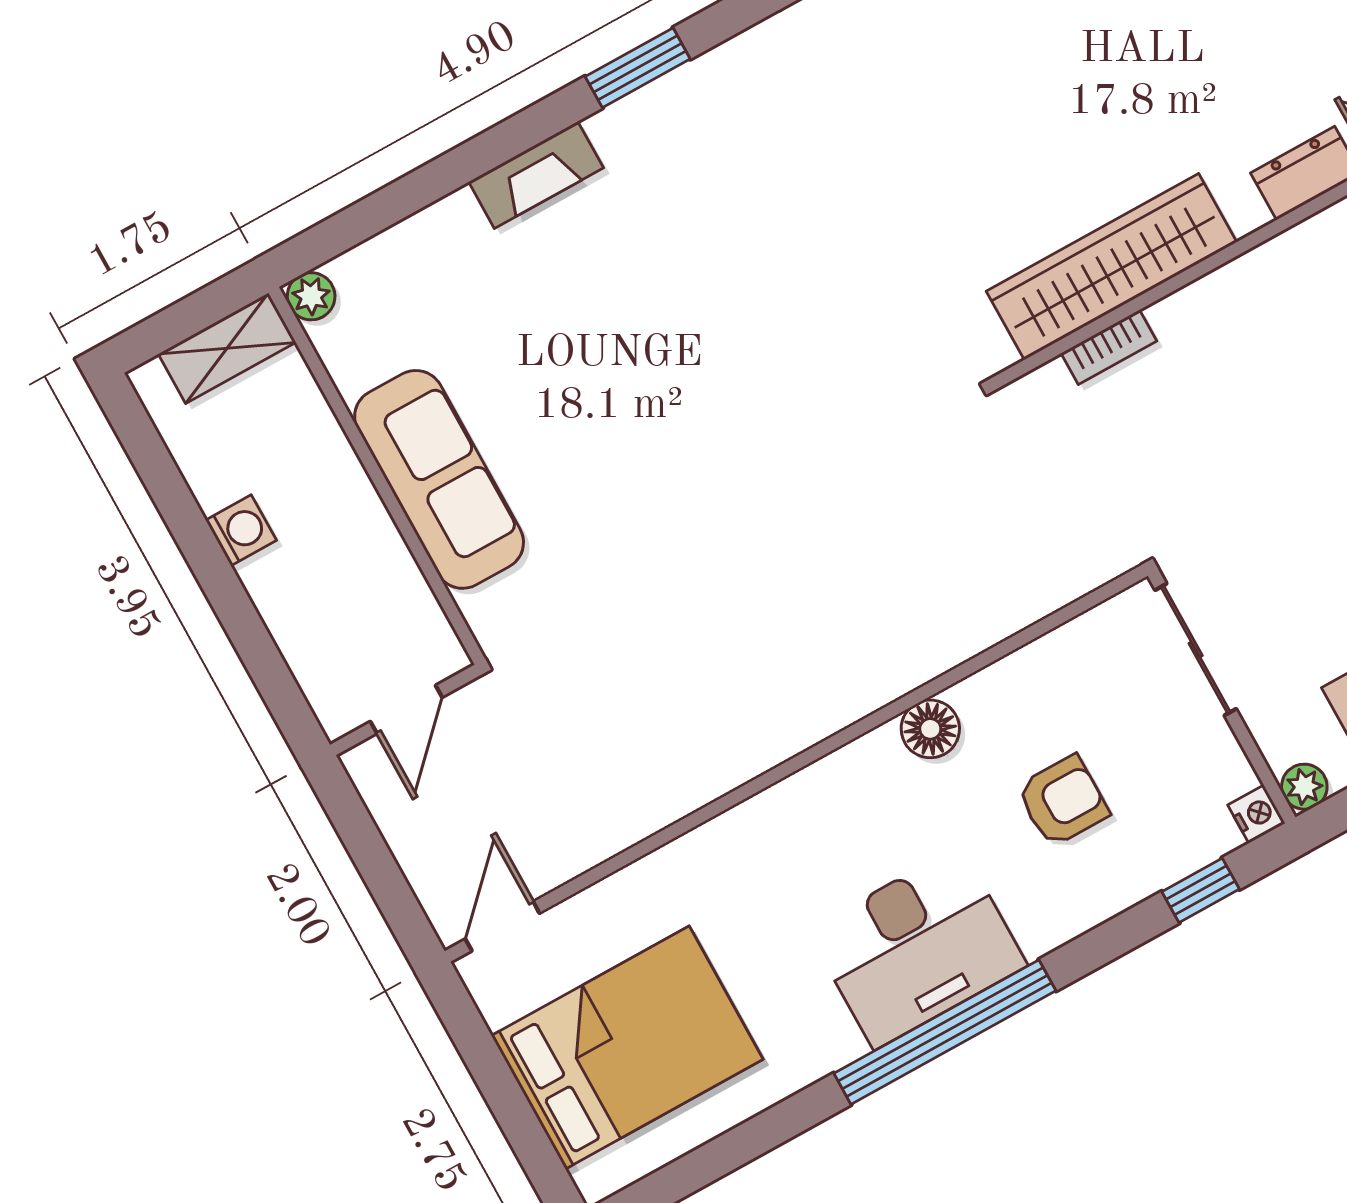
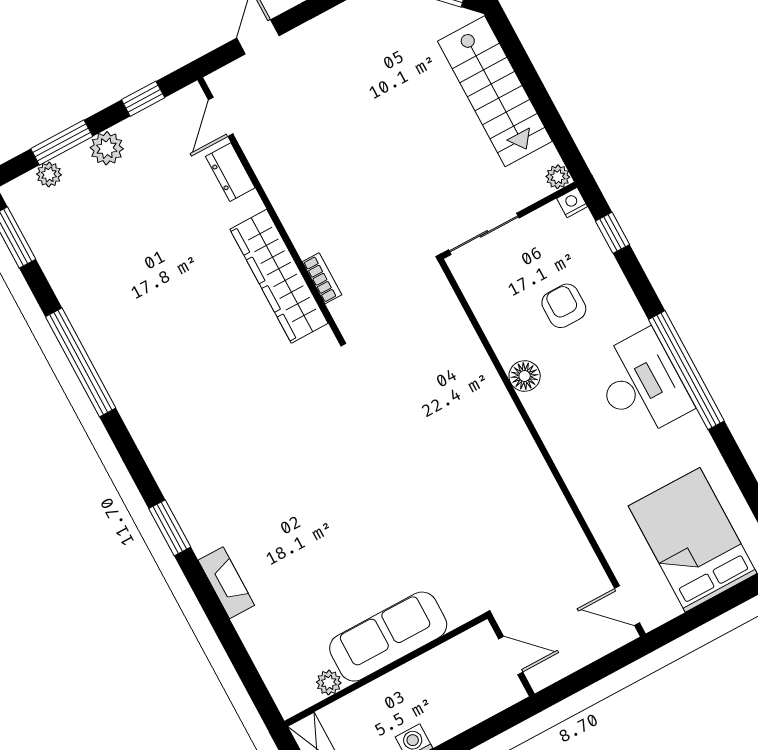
plant: (311, 296) -> (329, 683), moved

